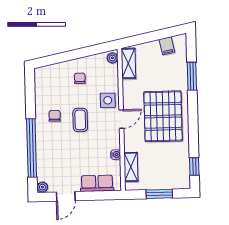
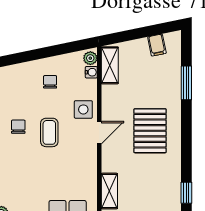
pallet: (163, 116) -> (150, 131), width x0.73, depth x0.71
water cooler: (116, 155) -> (91, 72), moved

